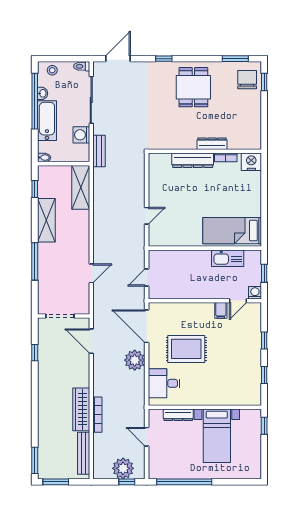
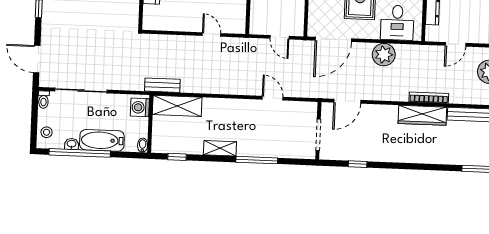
washing machine: (81, 135) -> (140, 107), moved, turned 90
bench: (99, 151) -> (162, 85), moved
shelving: (46, 220) -> (220, 148), width x0.67, depth x0.75
plant: (135, 360) -> (384, 55), moved

